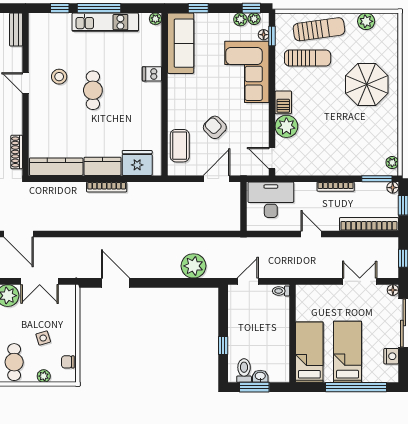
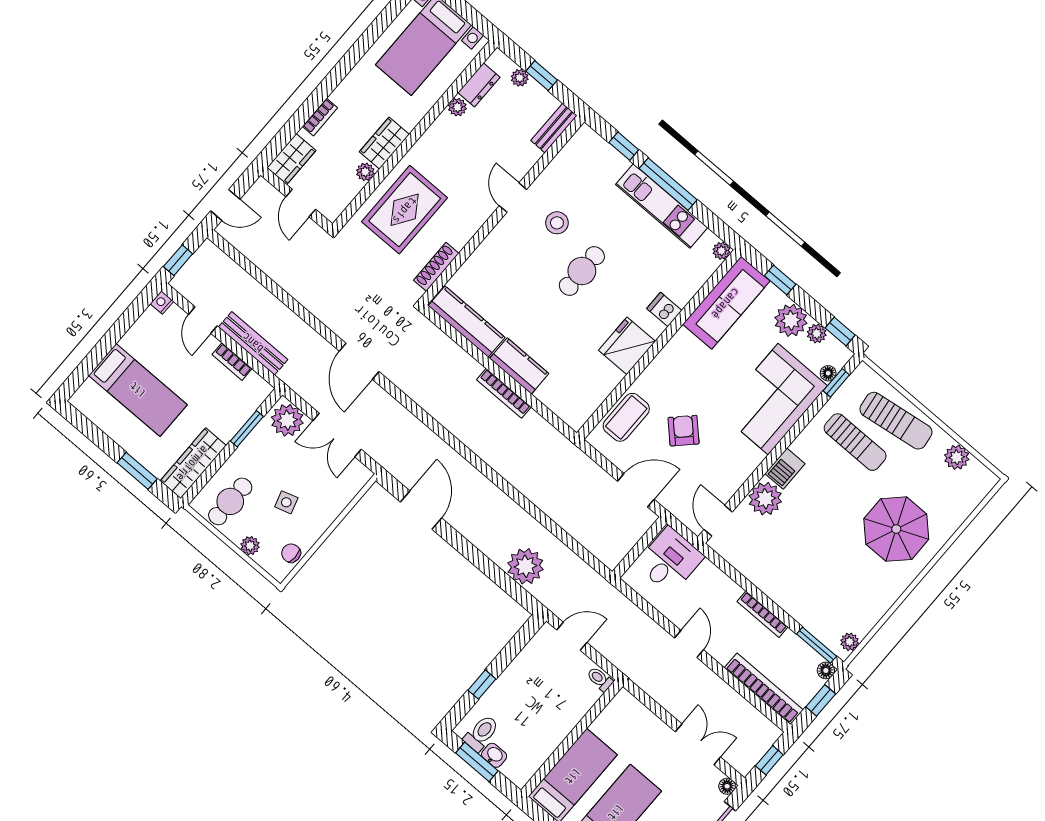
plant: (254, 19) -> (791, 320), moved, width x1.88, depth x1.88
fridge: (137, 163) -> (627, 346), moved, turned -90
desk: (271, 200) -> (670, 560), width x0.73

